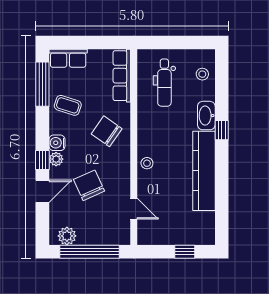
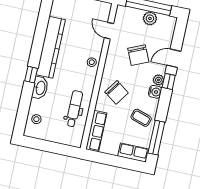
dental chair: (164, 83) -> (74, 109), moved
plant: (67, 236) -> (150, 18), moved

